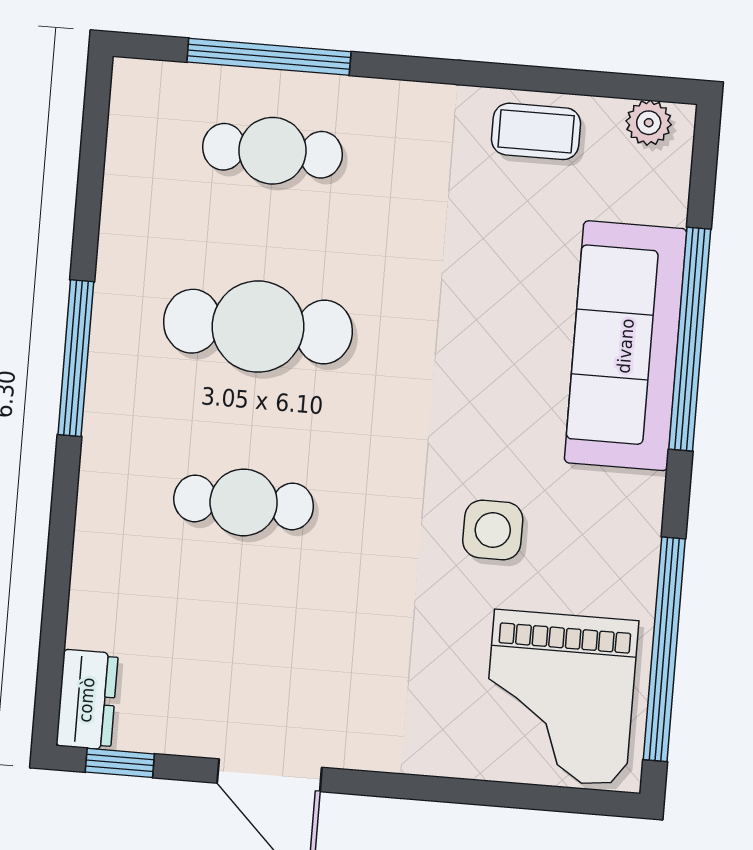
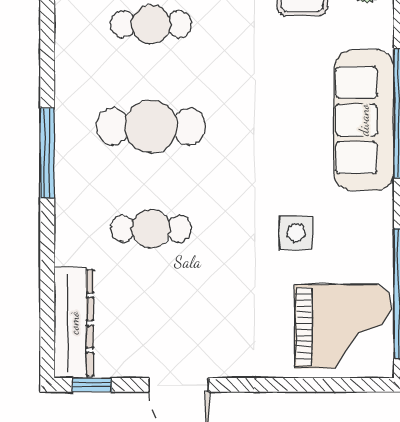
grand piano: (560, 698) -> (343, 327), turned -90
dresser: (87, 700) -> (74, 323), width x1.96, depth x1.24

